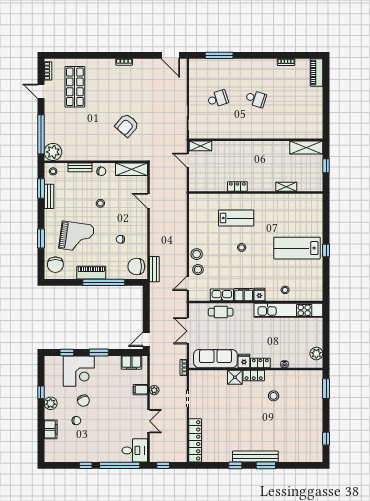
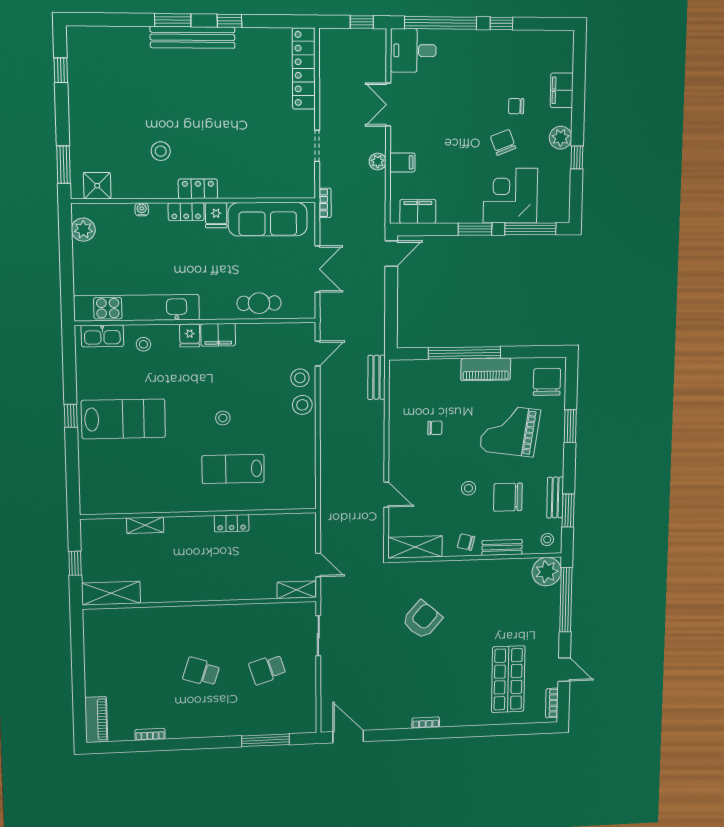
chair: (136, 266) -> (508, 497), moved, turned 180
kitchen sink: (222, 295) -> (102, 336), moved
window: (67, 353) -> (530, 229), width x2.17
shower: (235, 377) -> (97, 186), moved

